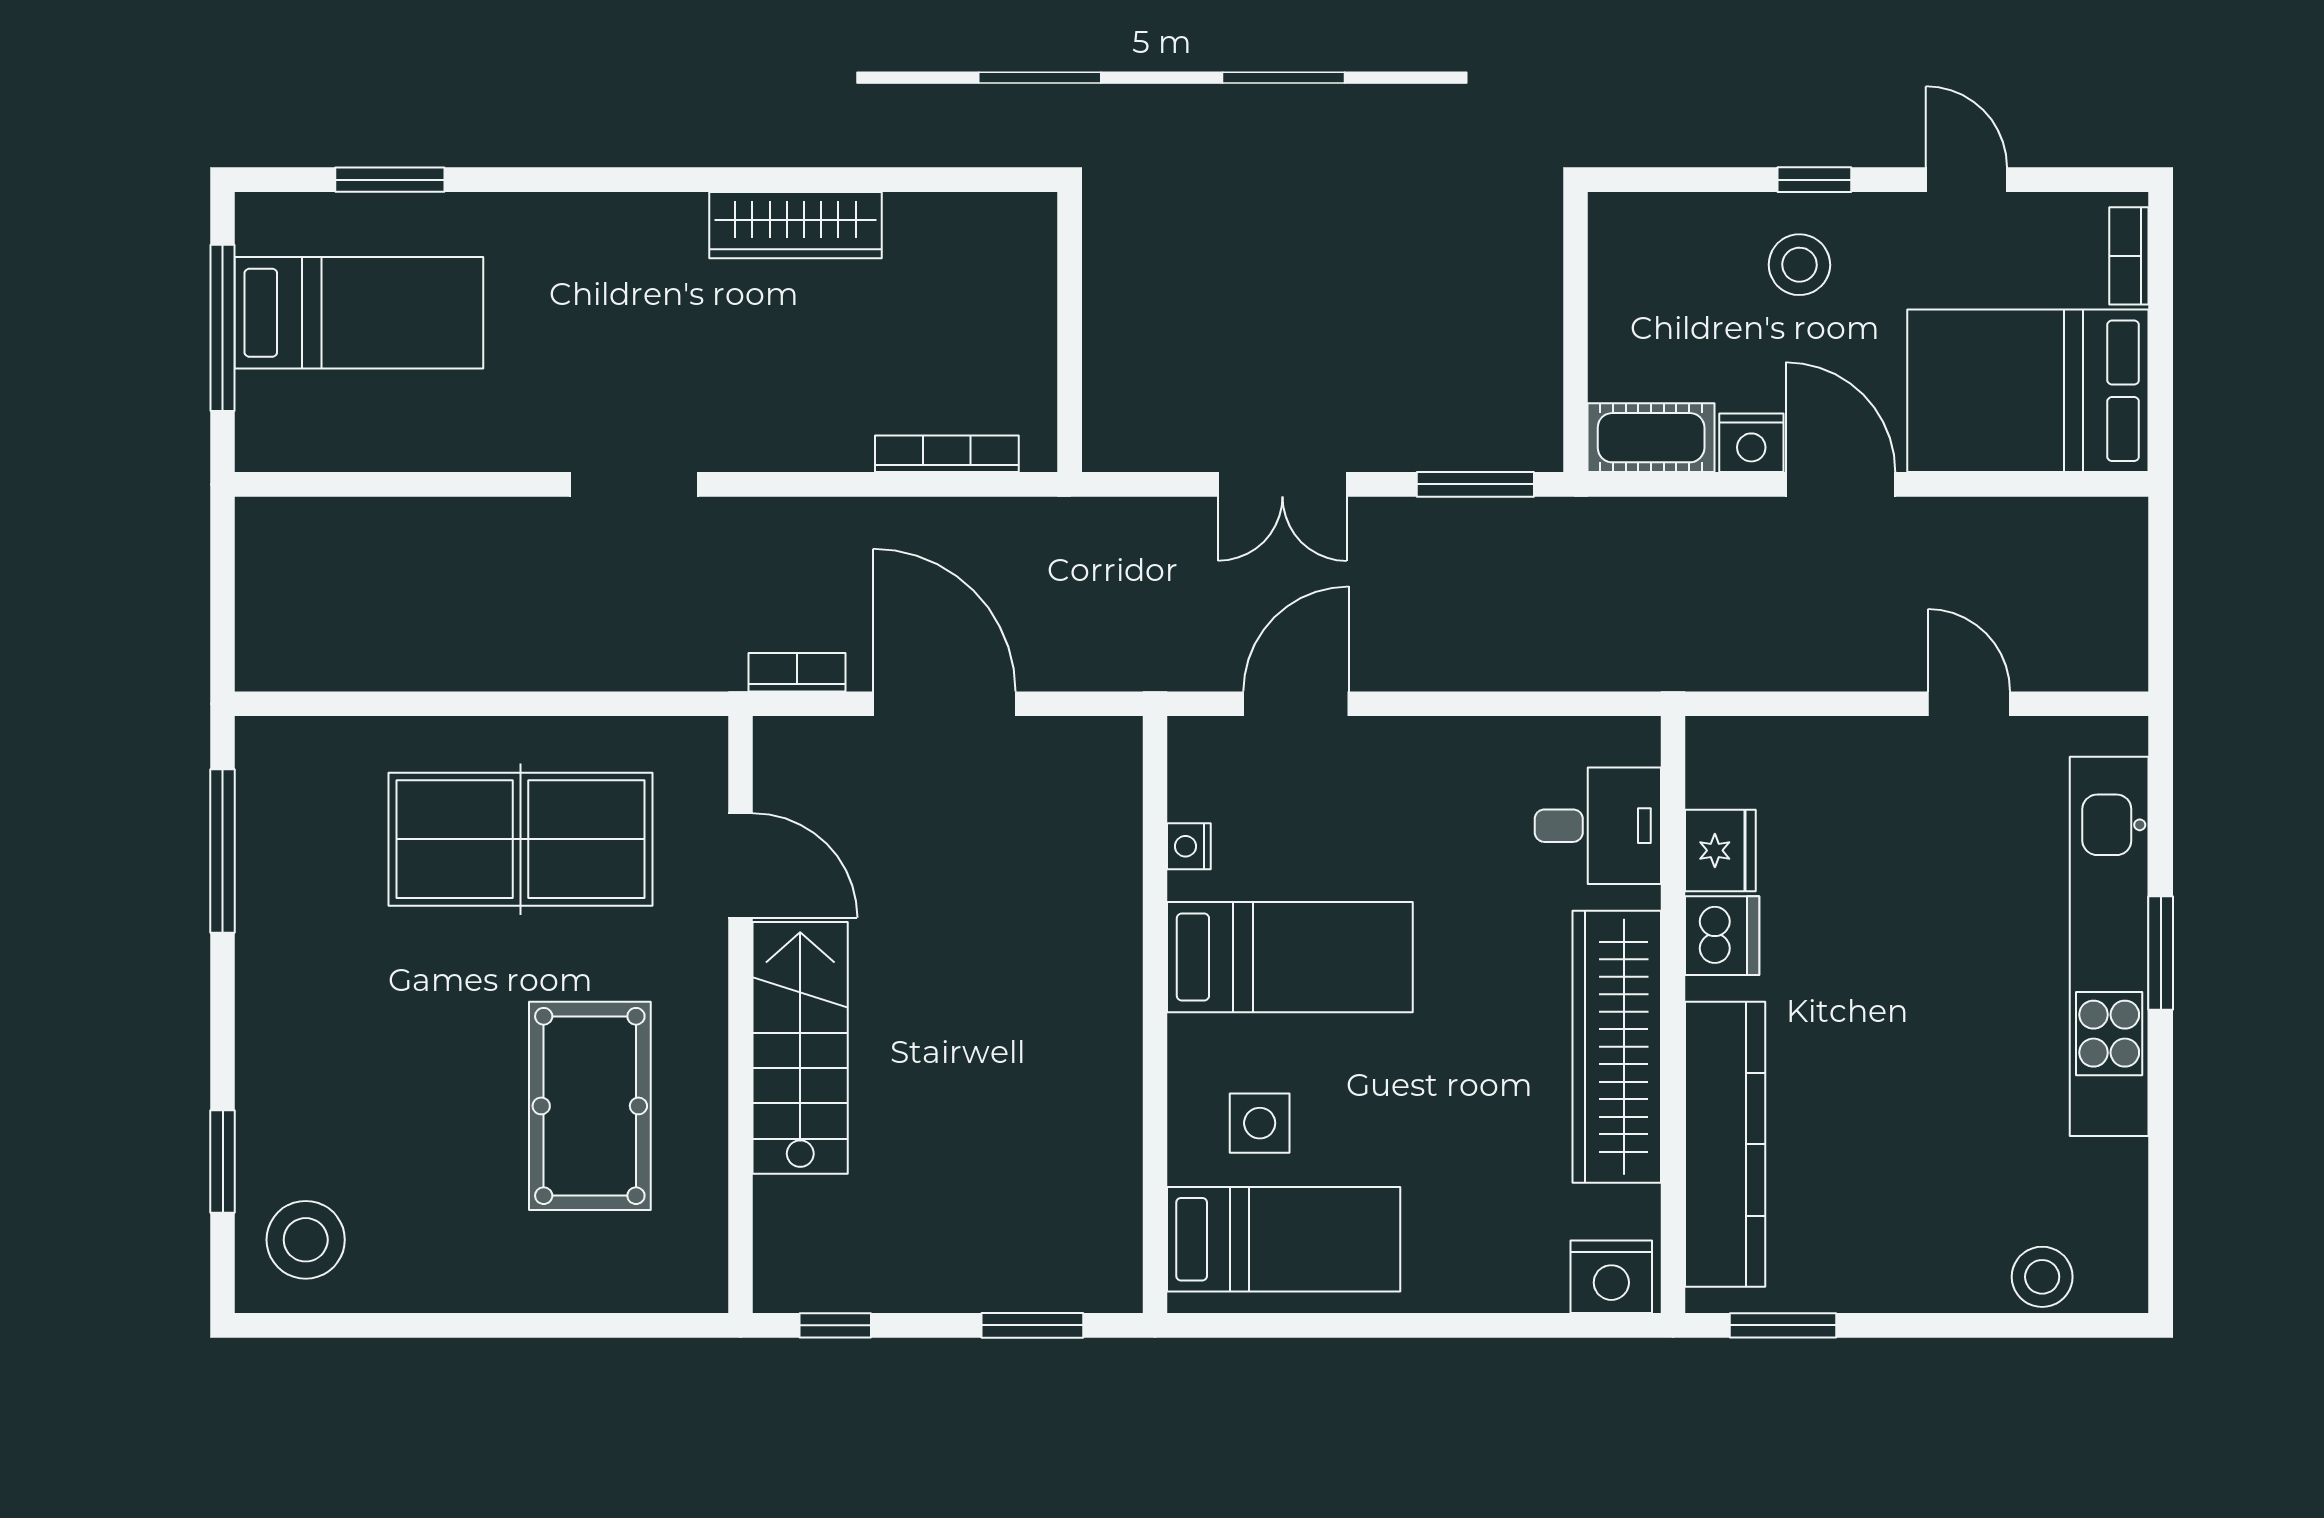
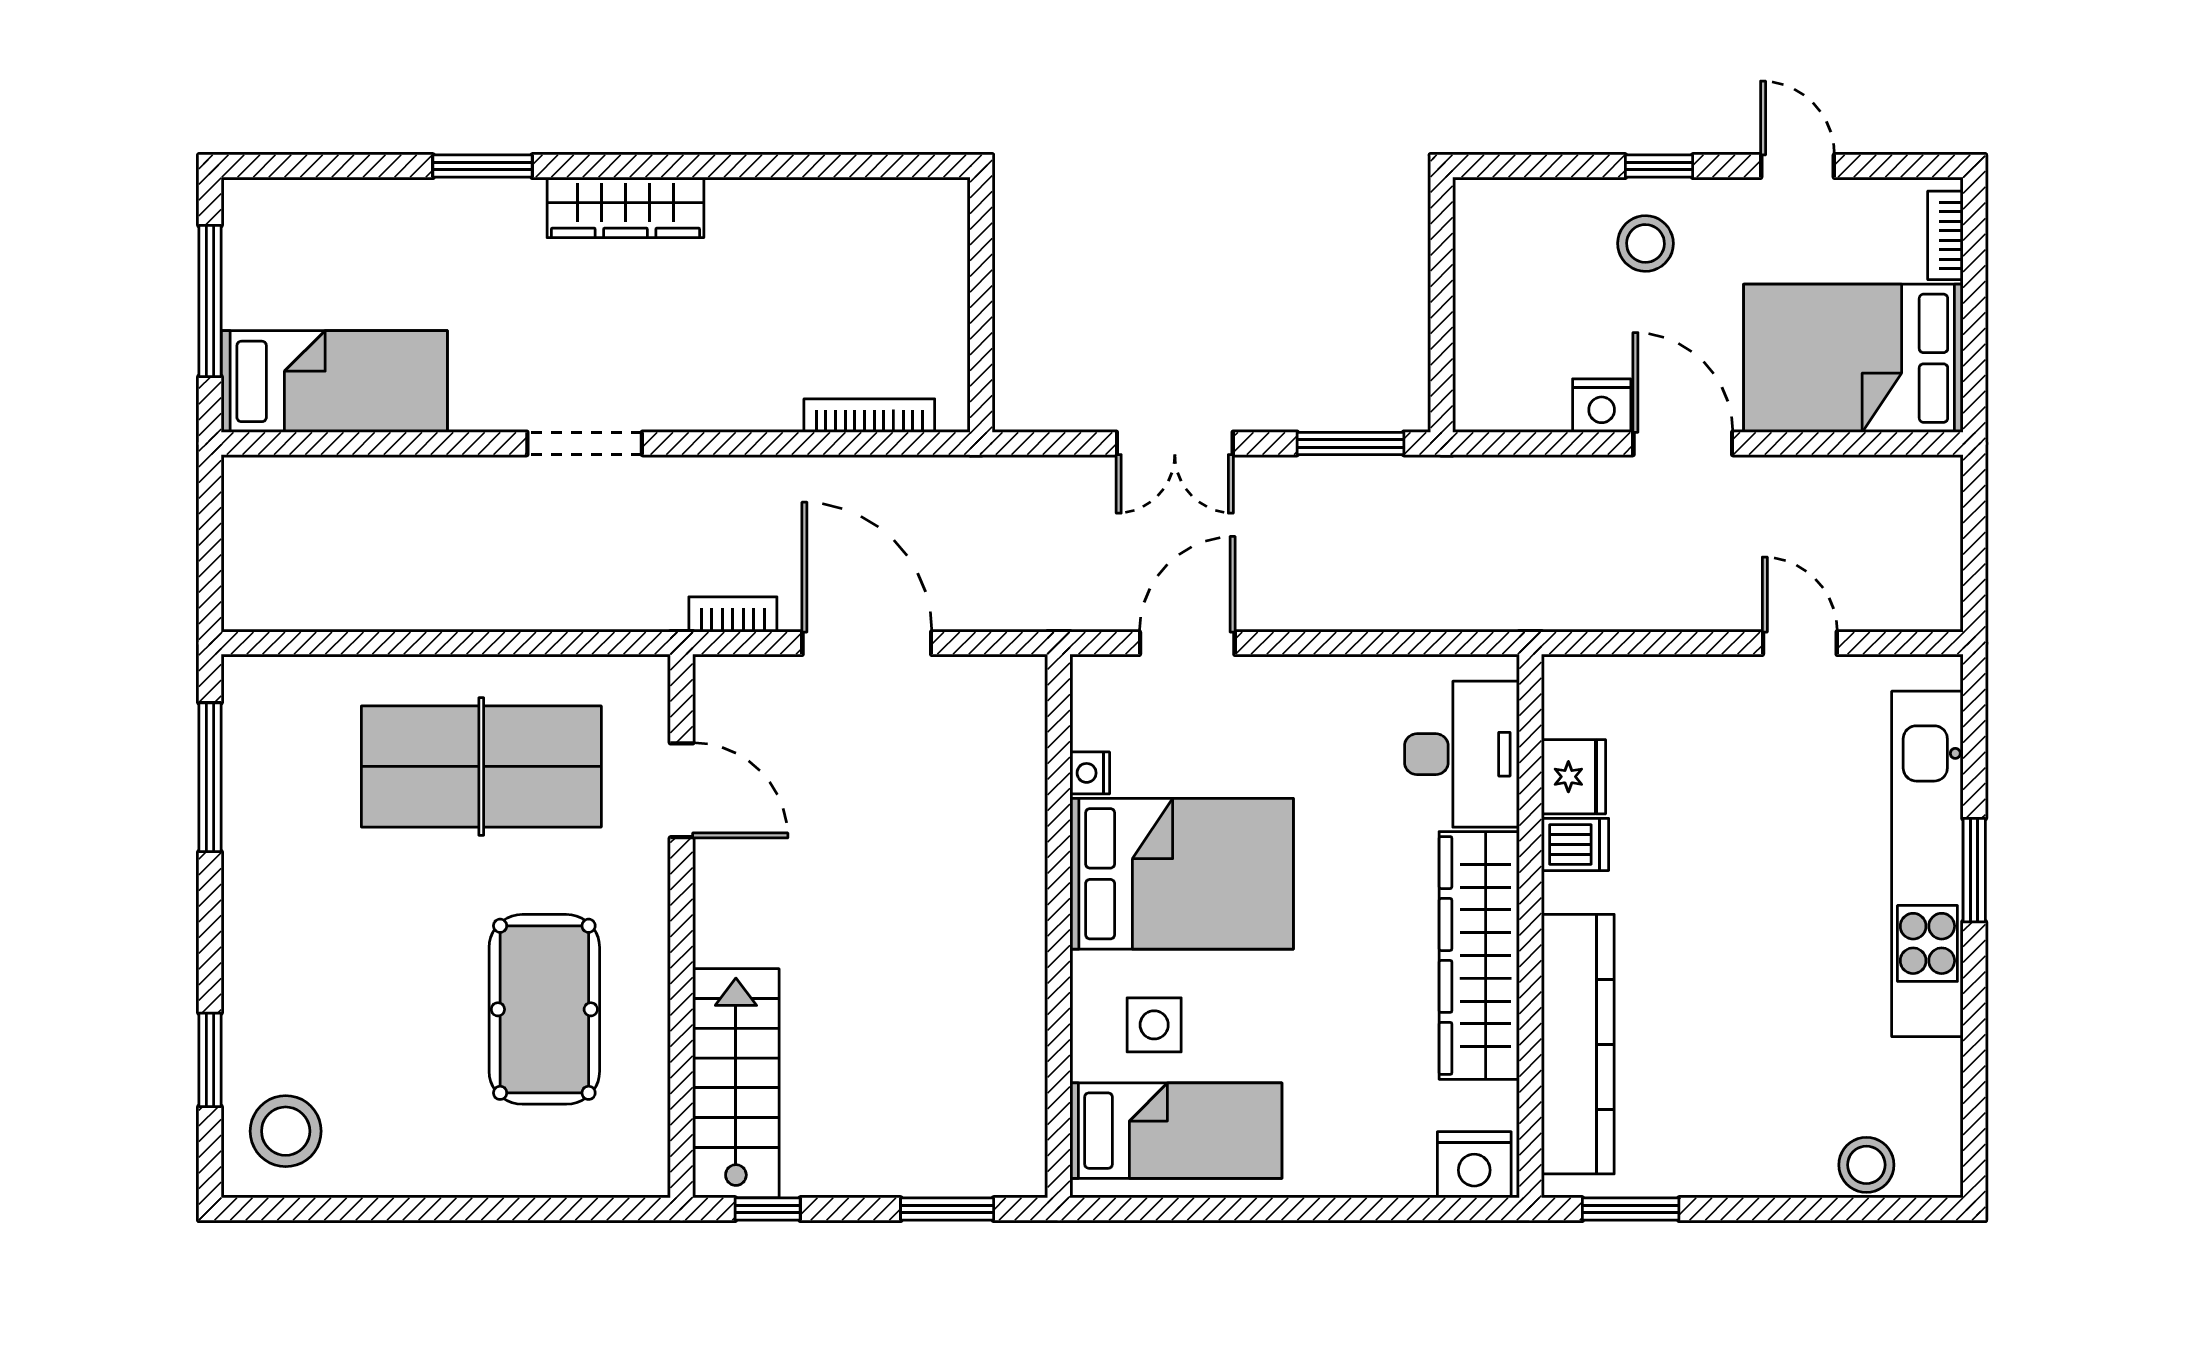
window: (390, 180) -> (483, 166), moved
wardrobe: (795, 225) -> (625, 207), moved
bed: (359, 313) -> (334, 381), moved
cot: (1651, 438) -> (1510, 401), removed
desk: (1598, 826) -> (1462, 754), width x1.37
dishwasher: (1722, 936) -> (1575, 844), width x0.73
bed: (1290, 957) -> (1182, 874), width x1.50
stairs: (800, 1048) -> (736, 1083), moved

